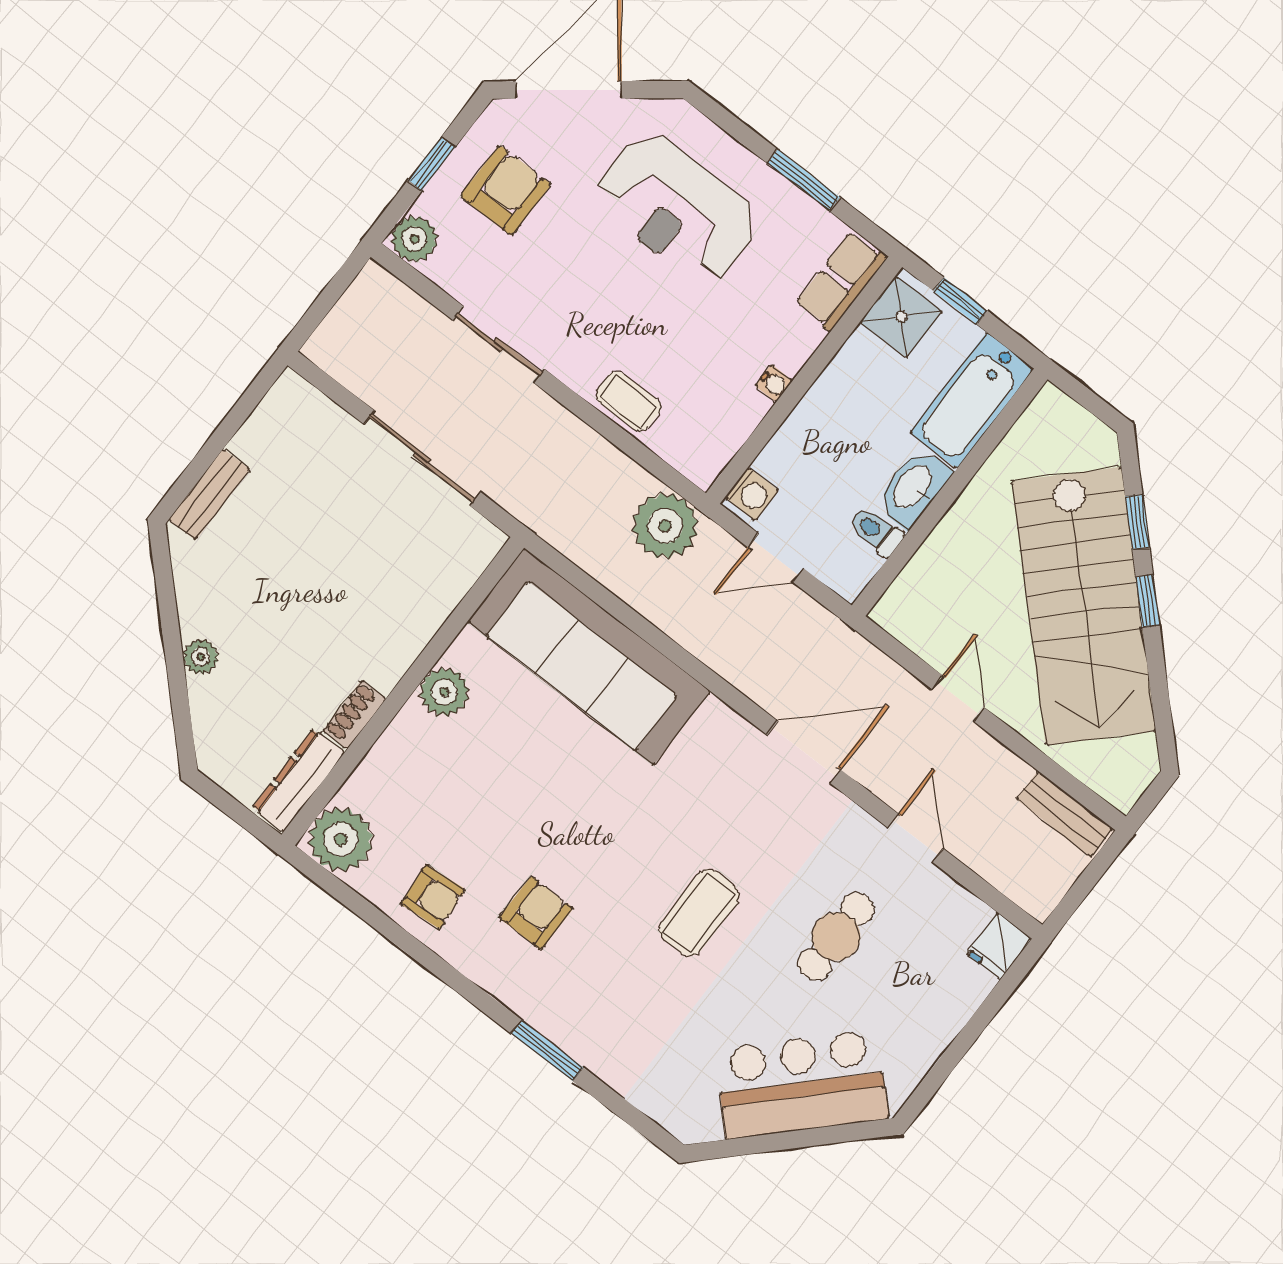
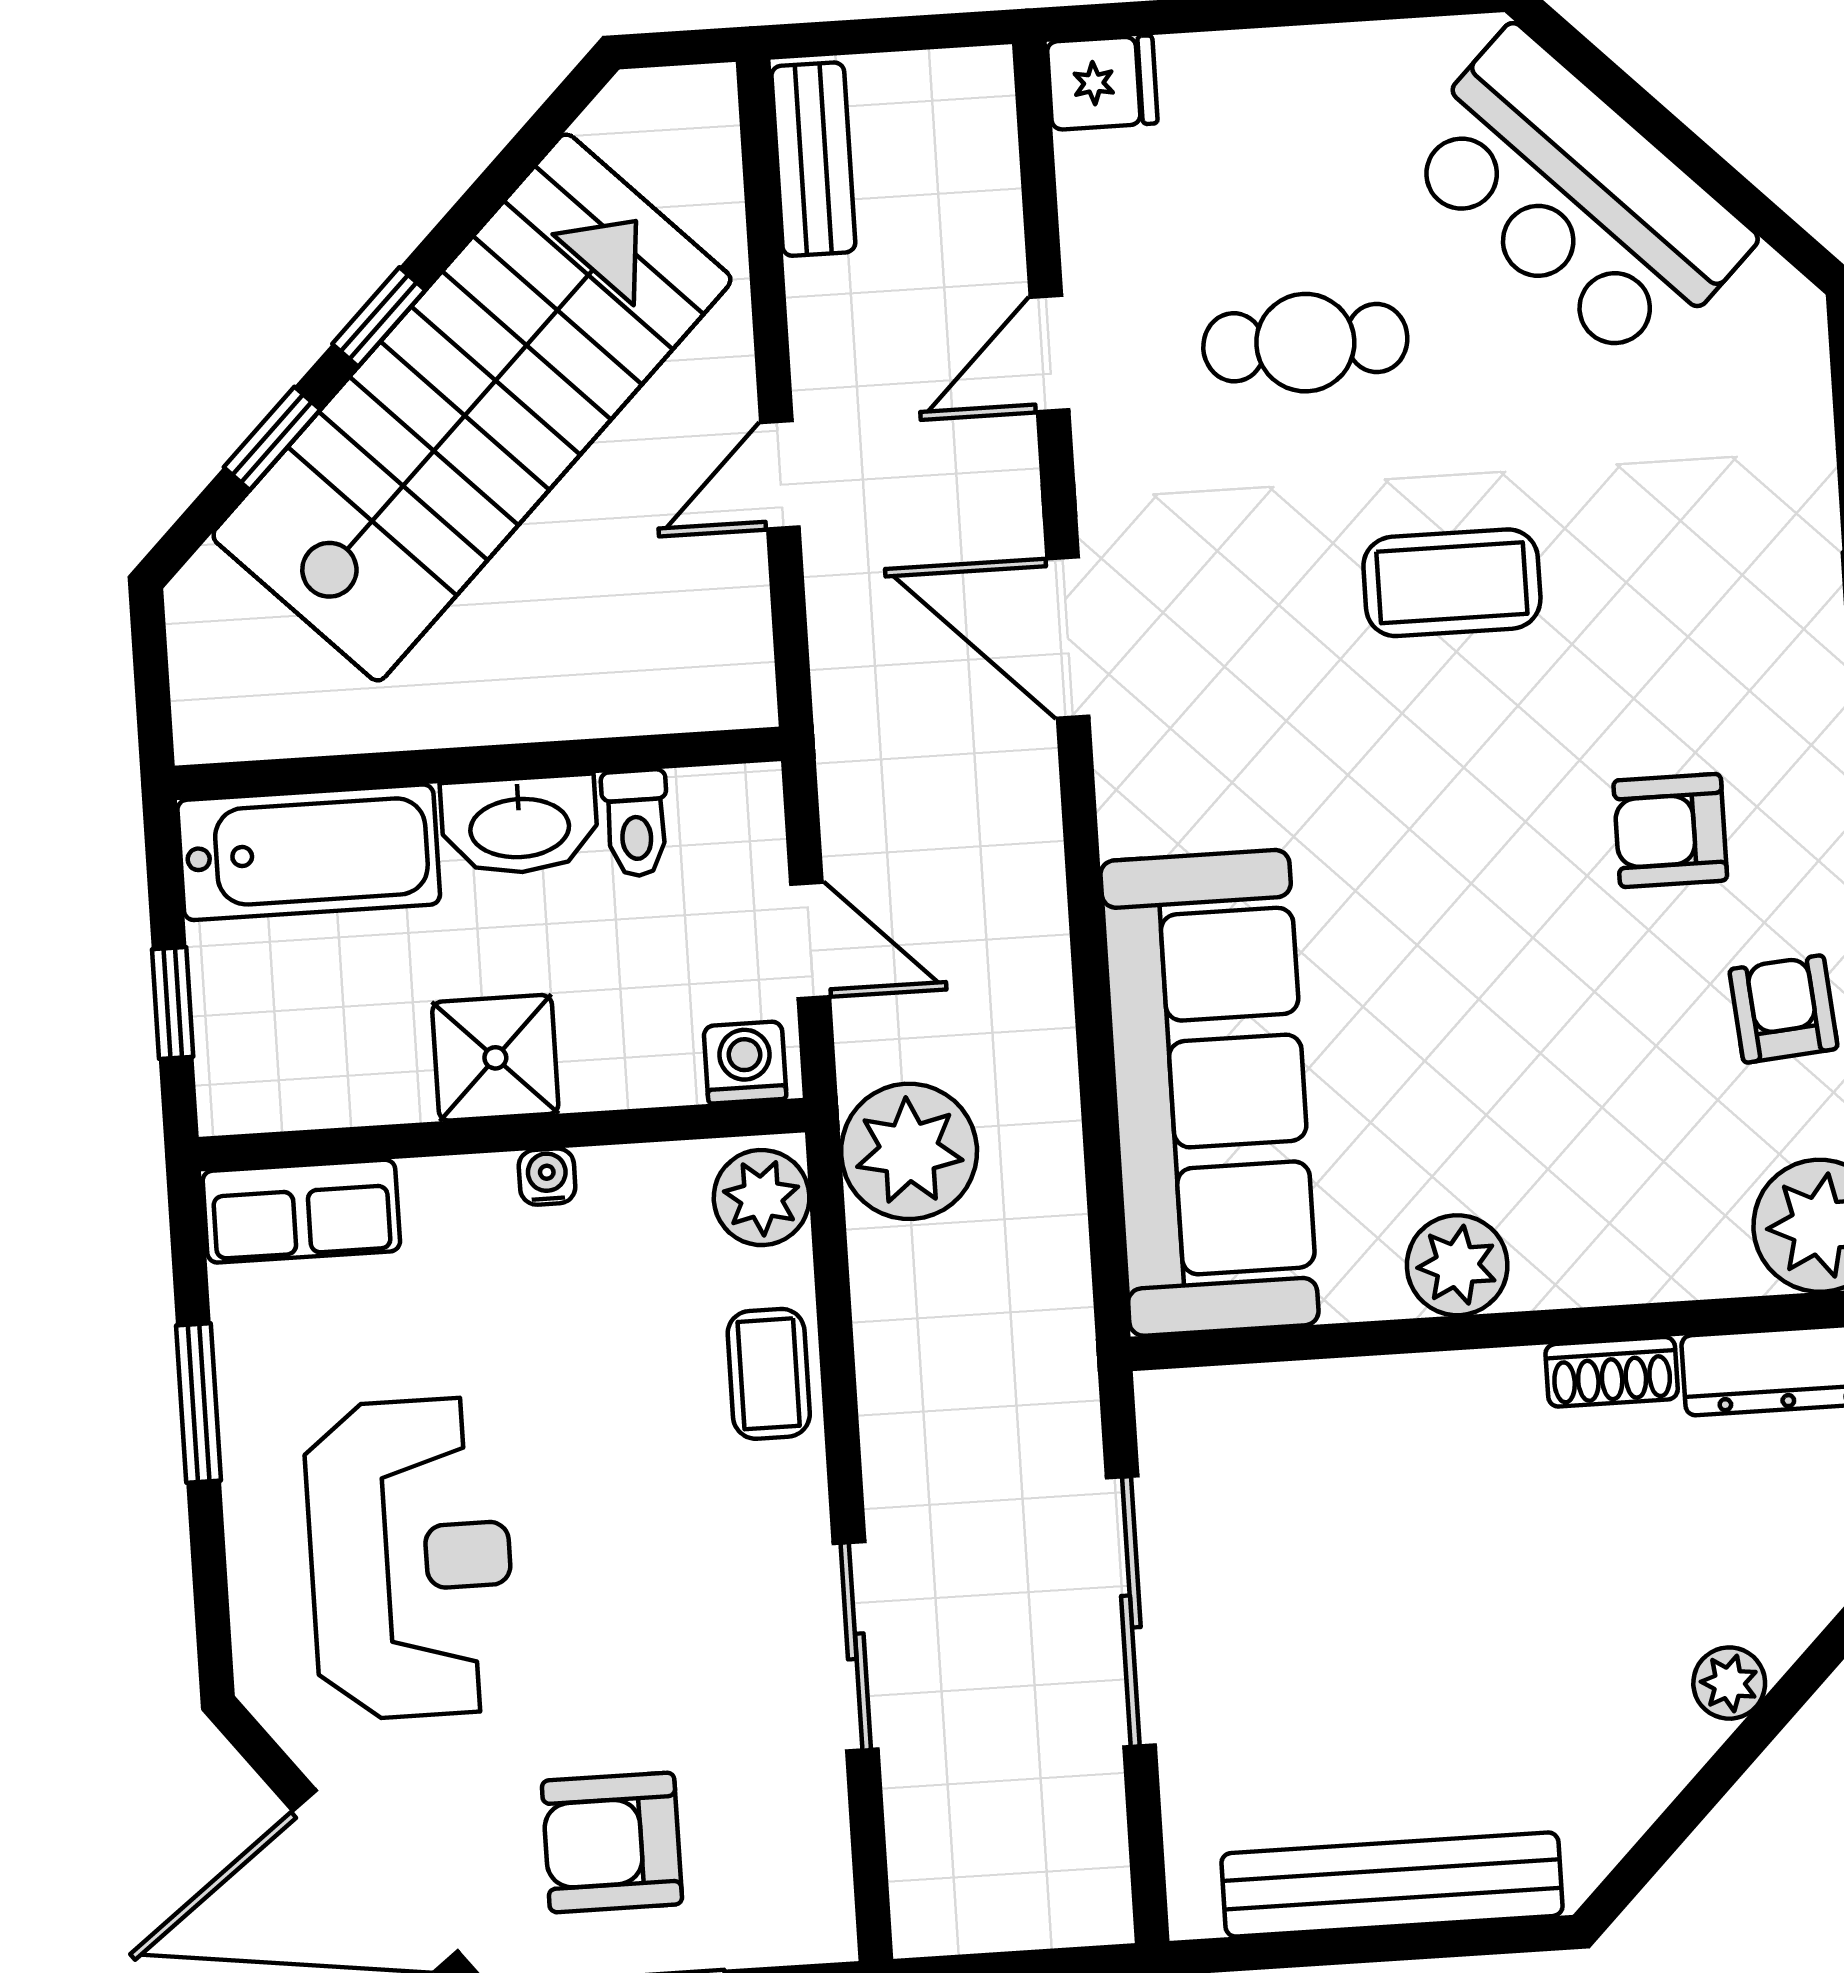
plant: (414, 239) -> (762, 1198), moved
shower: (901, 317) -> (495, 1058), moved
bench: (209, 494) -> (1392, 1884), width x1.86, depth x1.21

